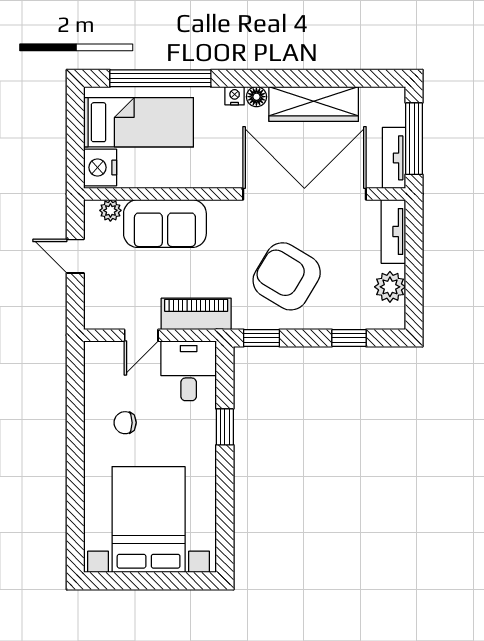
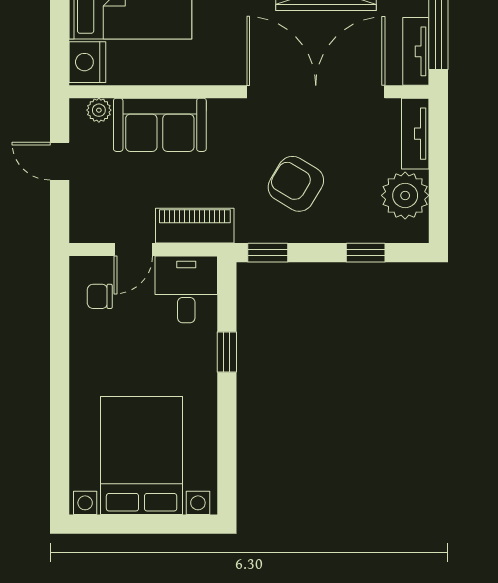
armchair: (287, 276) -> (296, 184), width x0.73, depth x0.73
plant: (390, 287) -> (405, 195), width x1.36, depth x1.36
chair: (125, 423) -> (100, 296), moved

